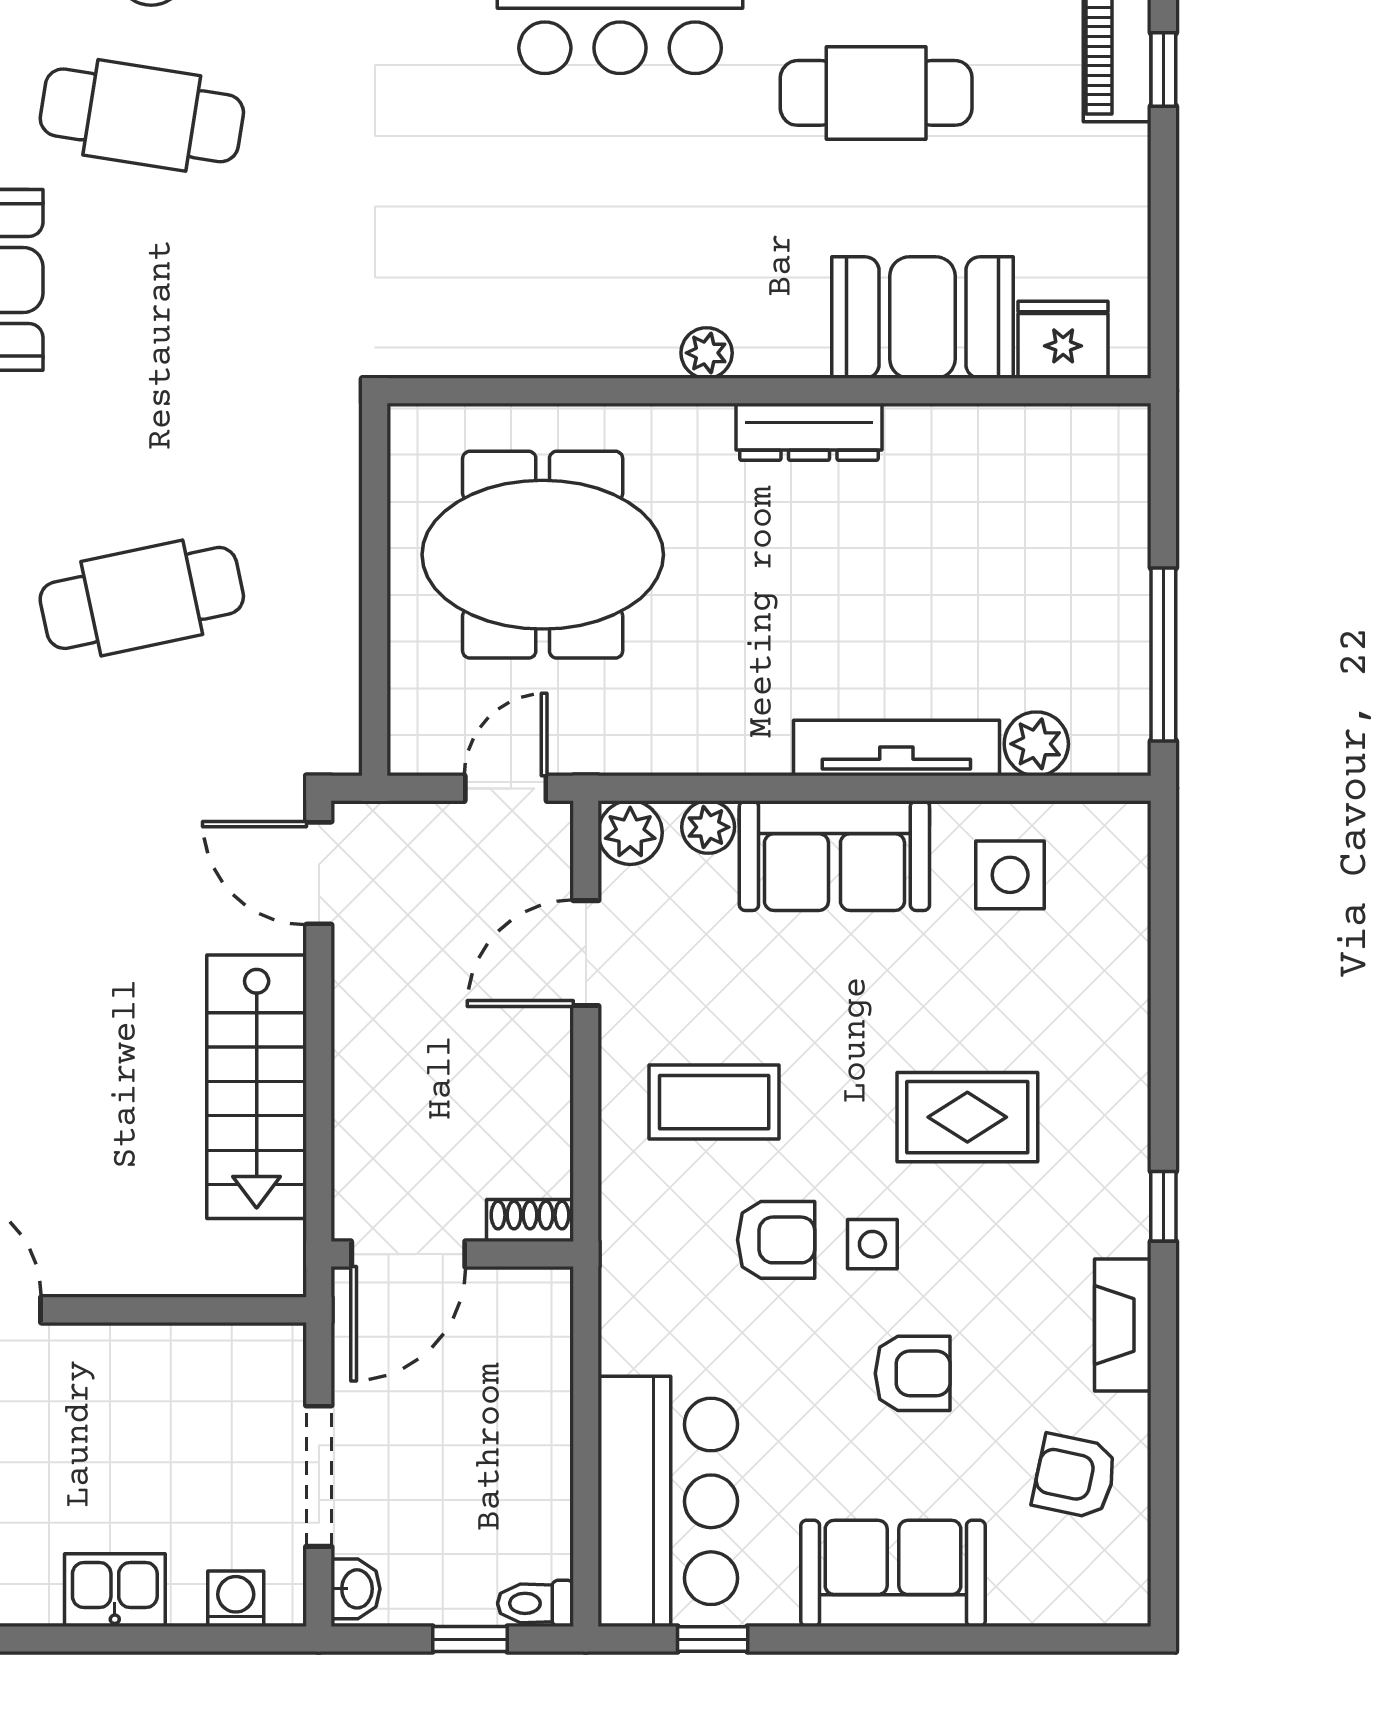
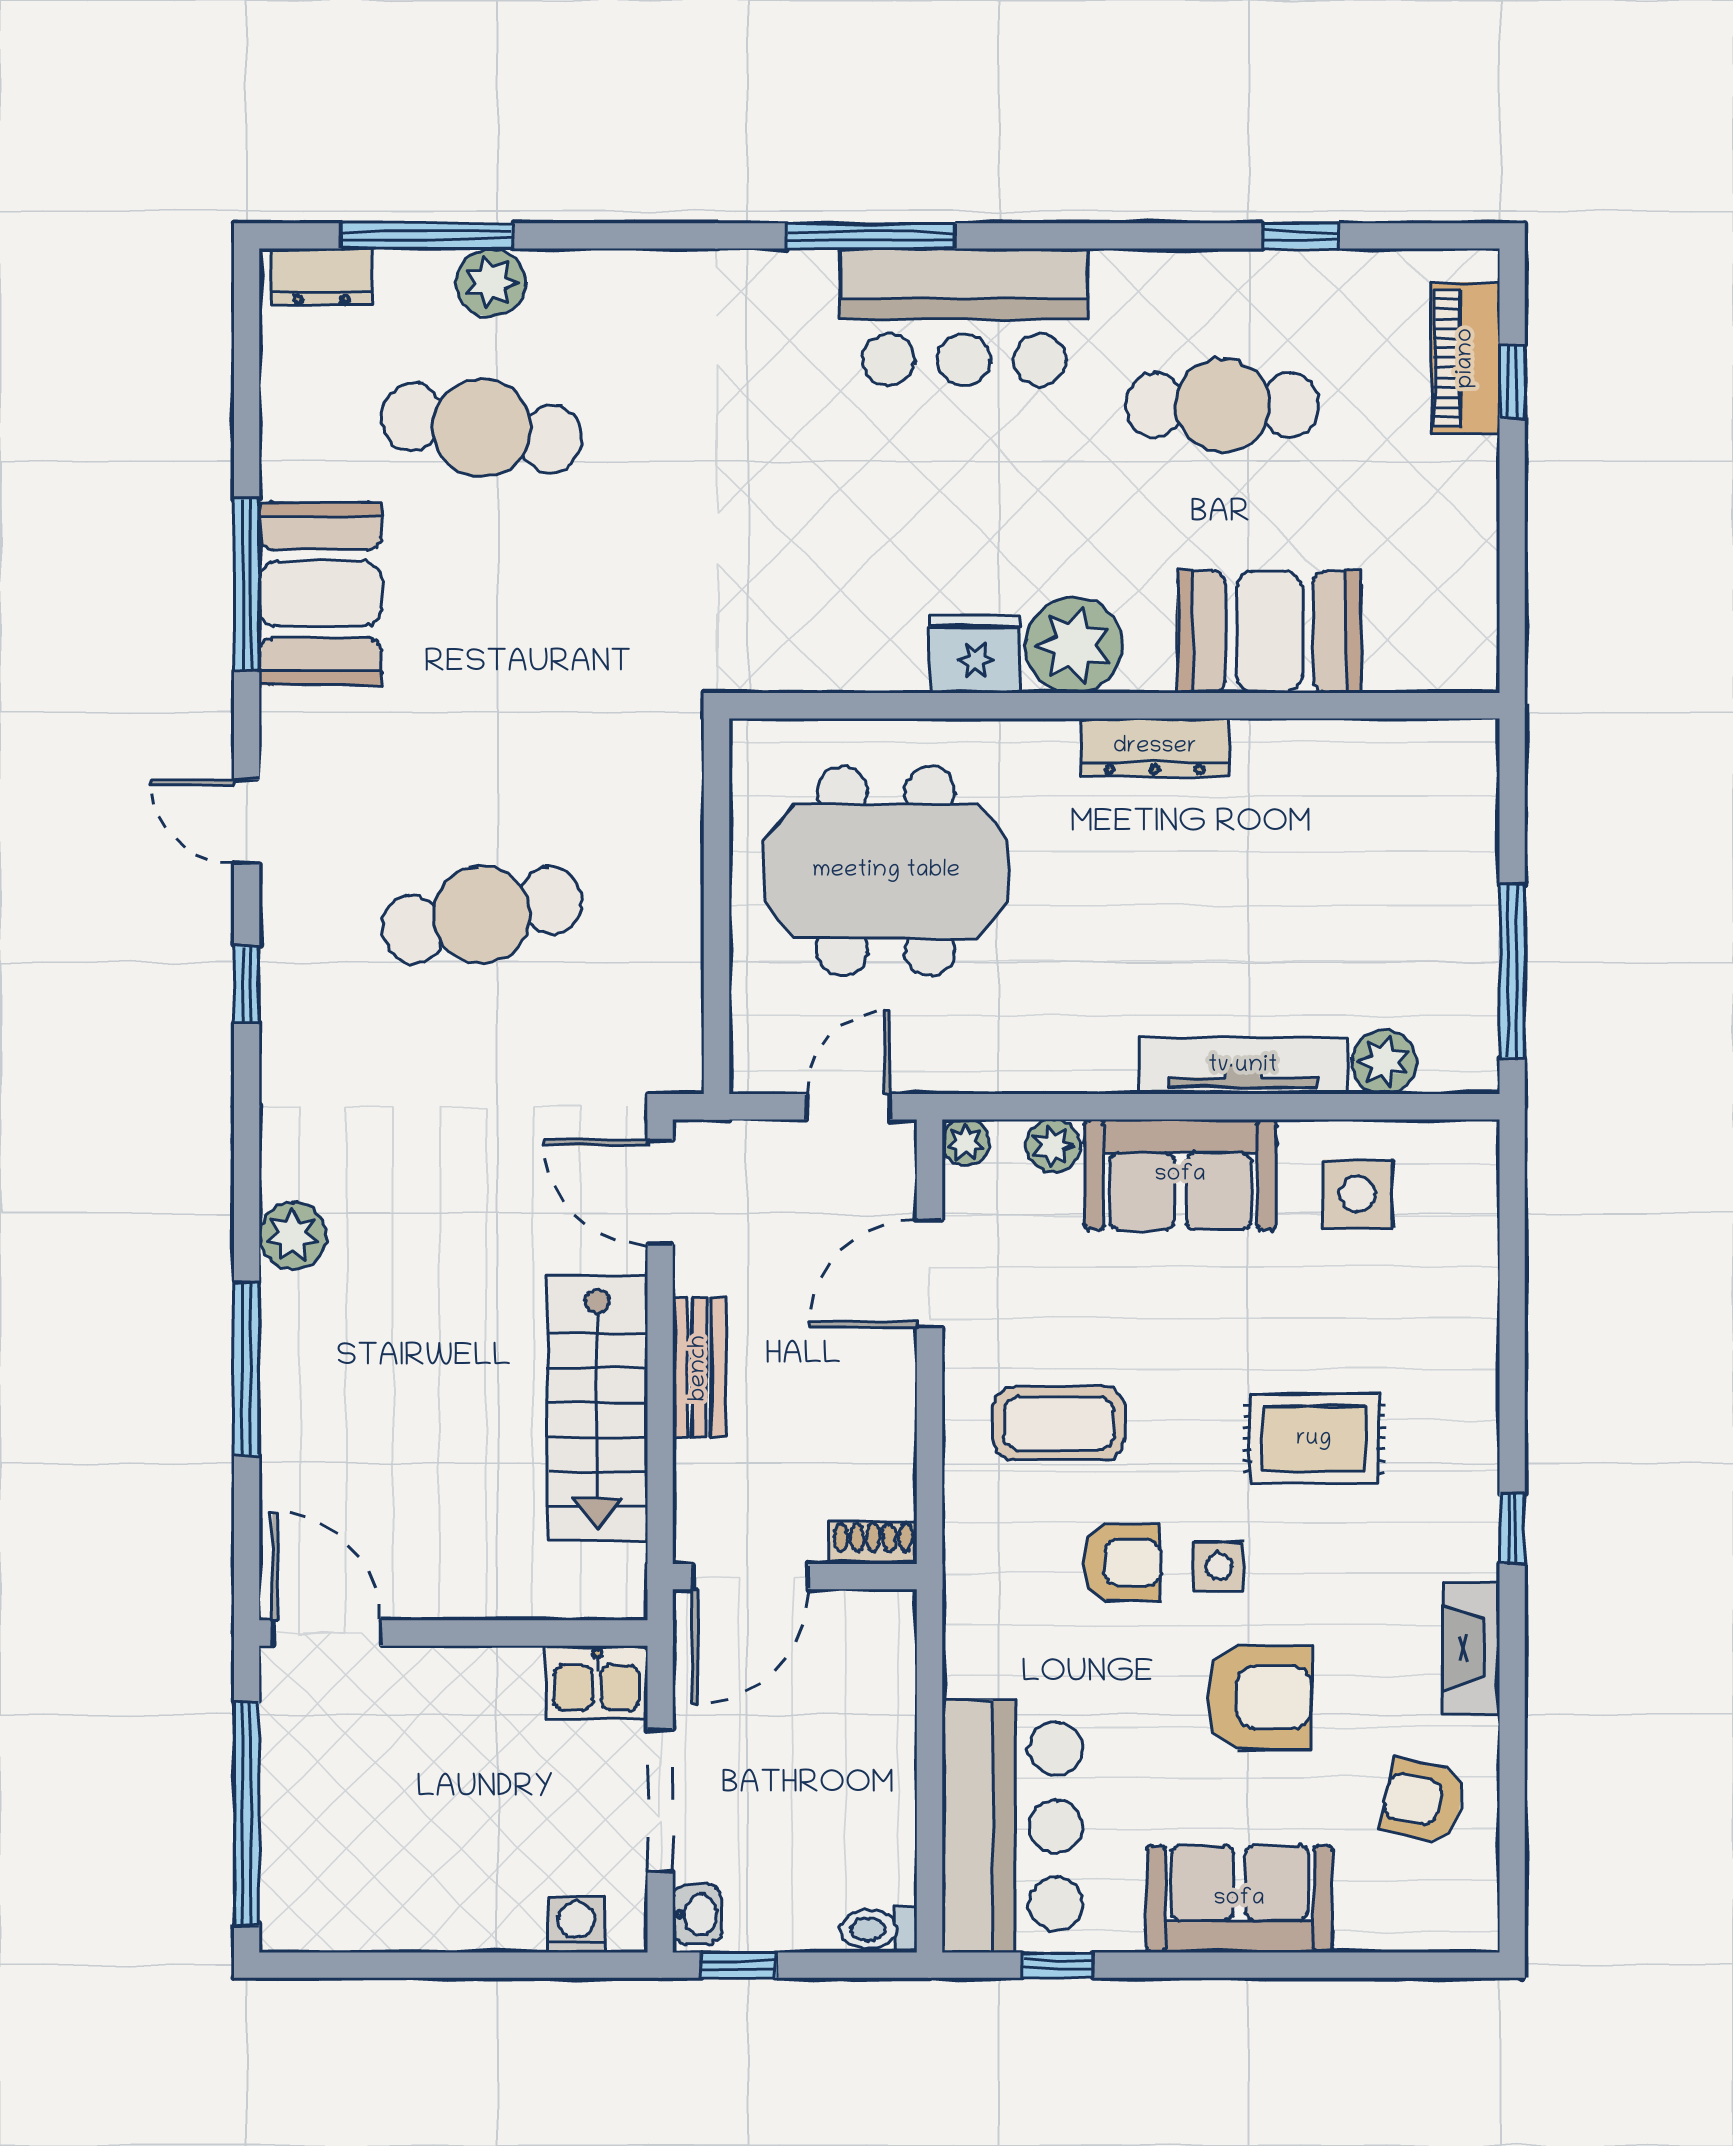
fridge: (1063, 340) -> (975, 654), moved
plant: (707, 353) -> (1074, 645), width x1.88, depth x1.88
plant: (630, 833) -> (965, 1143), width x0.73, depth x0.73
bench: (358, 1047) -> (699, 1368), added
armchair: (913, 1373) -> (1259, 1697), width x1.38, depth x1.38
kitchen sink: (115, 1590) -> (597, 1682), moved, turned 180
window: (470, 1639) -> (739, 1965), moved

